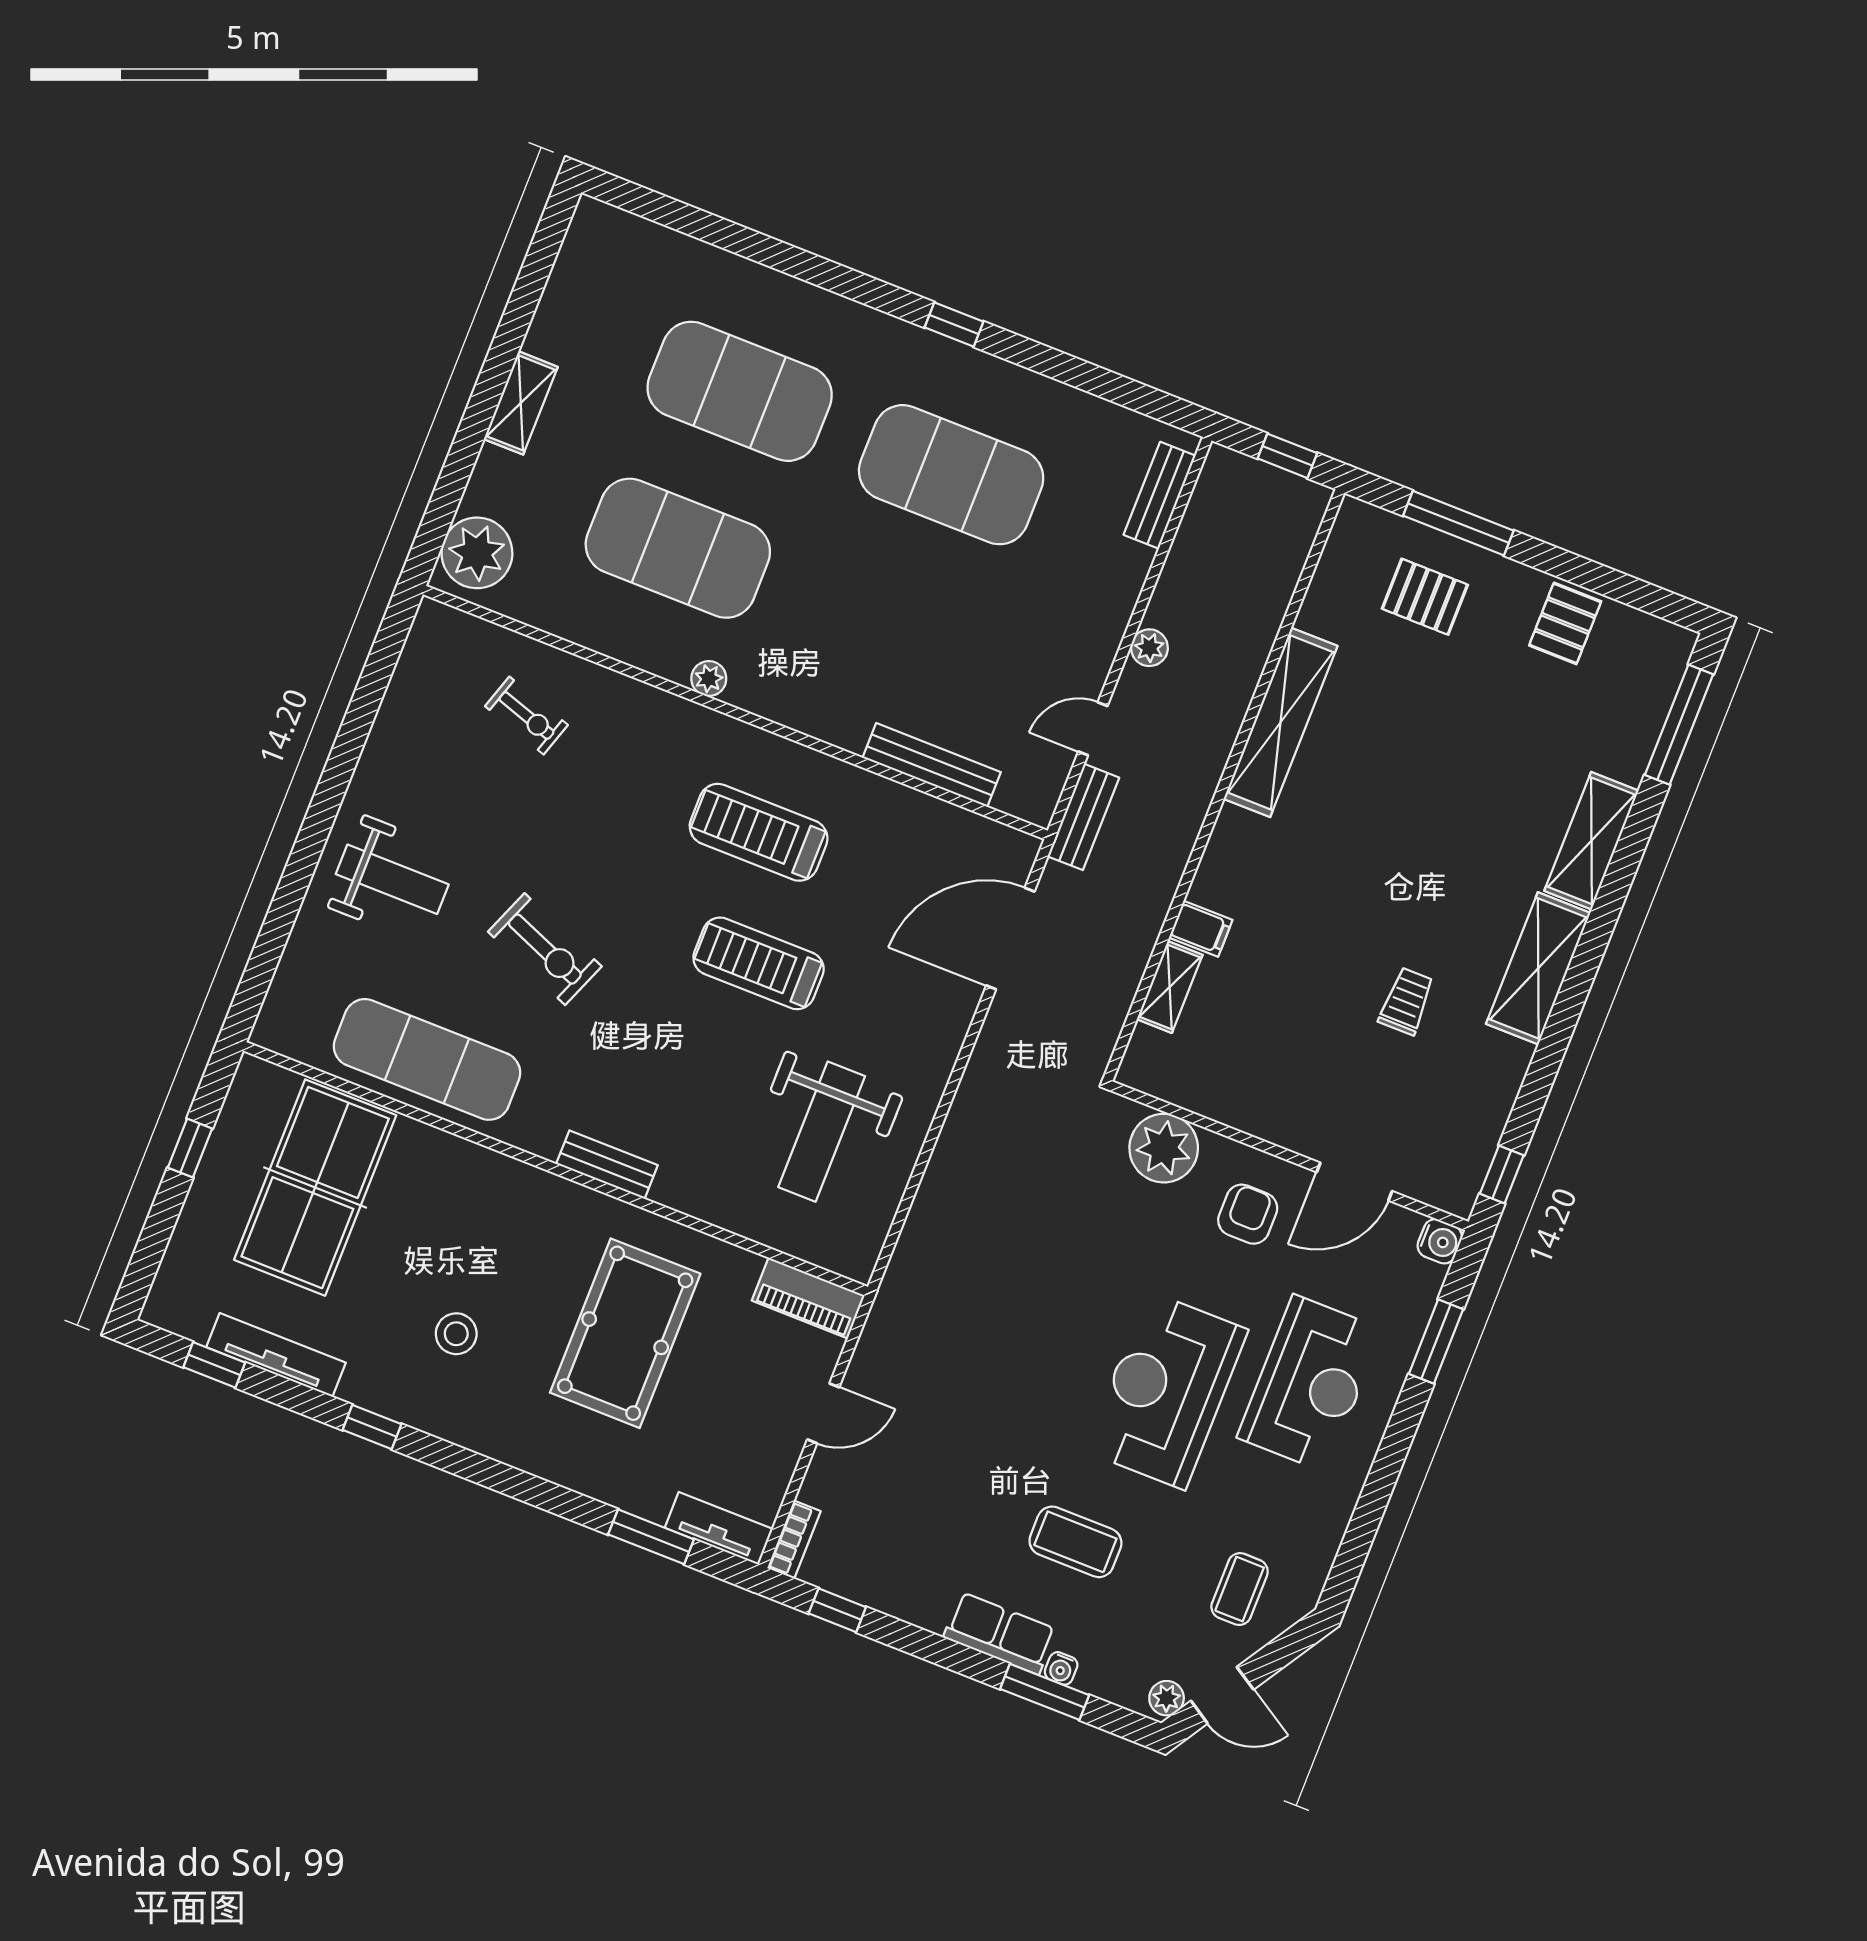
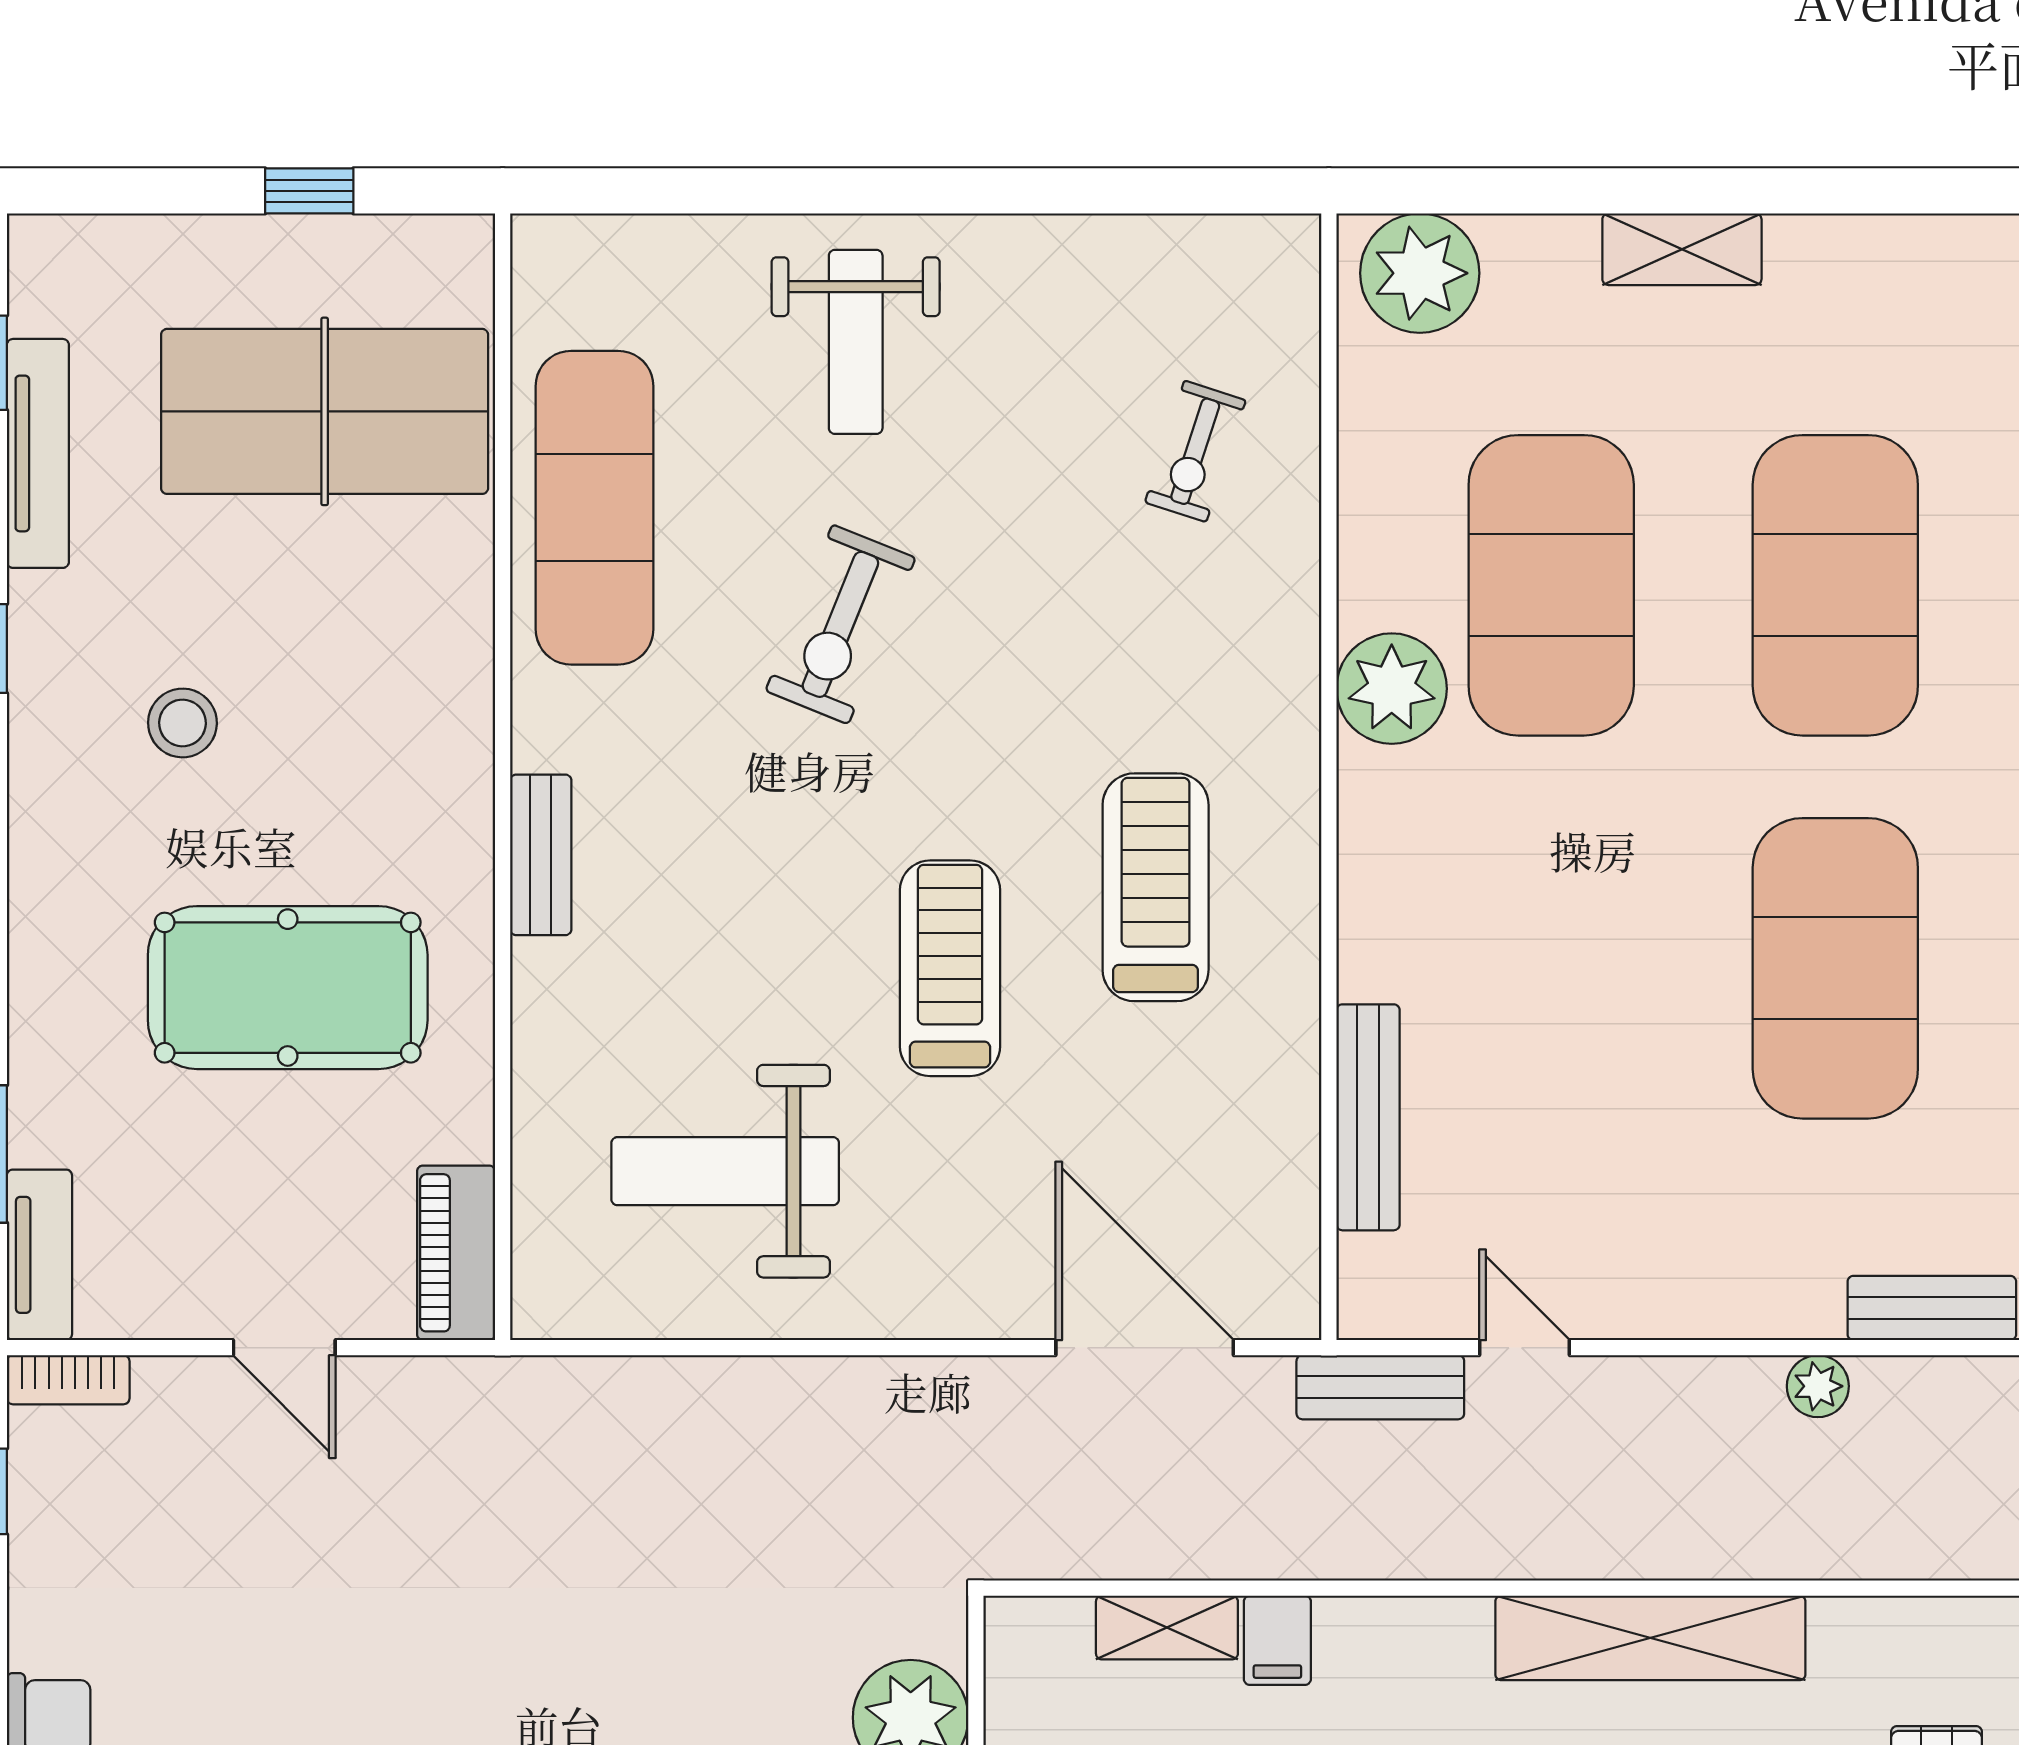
plant: (1149, 648) -> (1818, 1386), moved
plant: (709, 679) -> (1392, 689), width x1.88, depth x1.88

